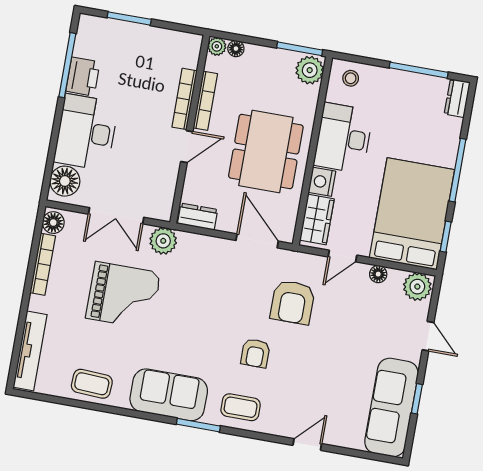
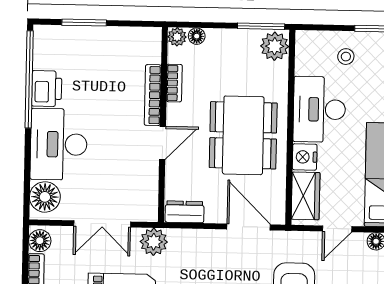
window: (67, 65) -> (29, 79), width x1.46
stool: (351, 78) -> (346, 57), moved
bookcase: (205, 101) -> (174, 83), width x0.64

